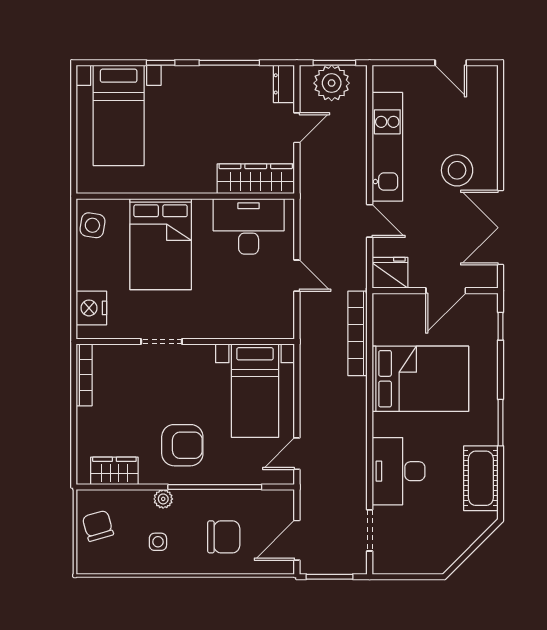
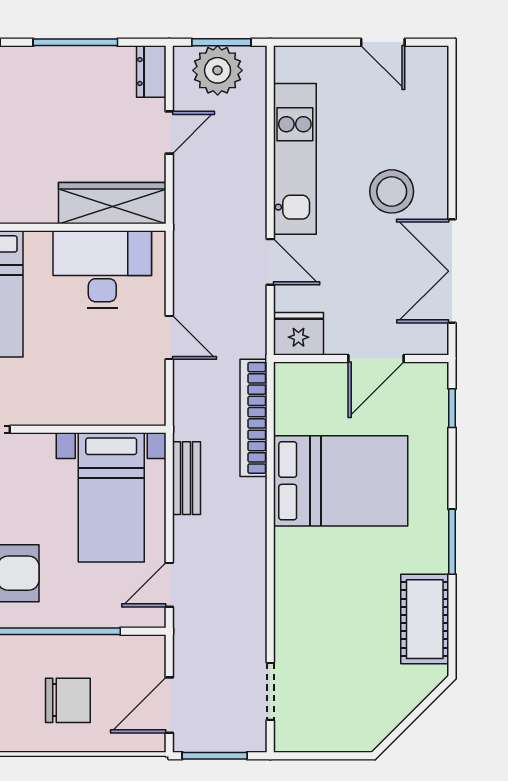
bench: (309, 377) -> (187, 478), added
desk: (398, 471) -> (310, 609), removed

